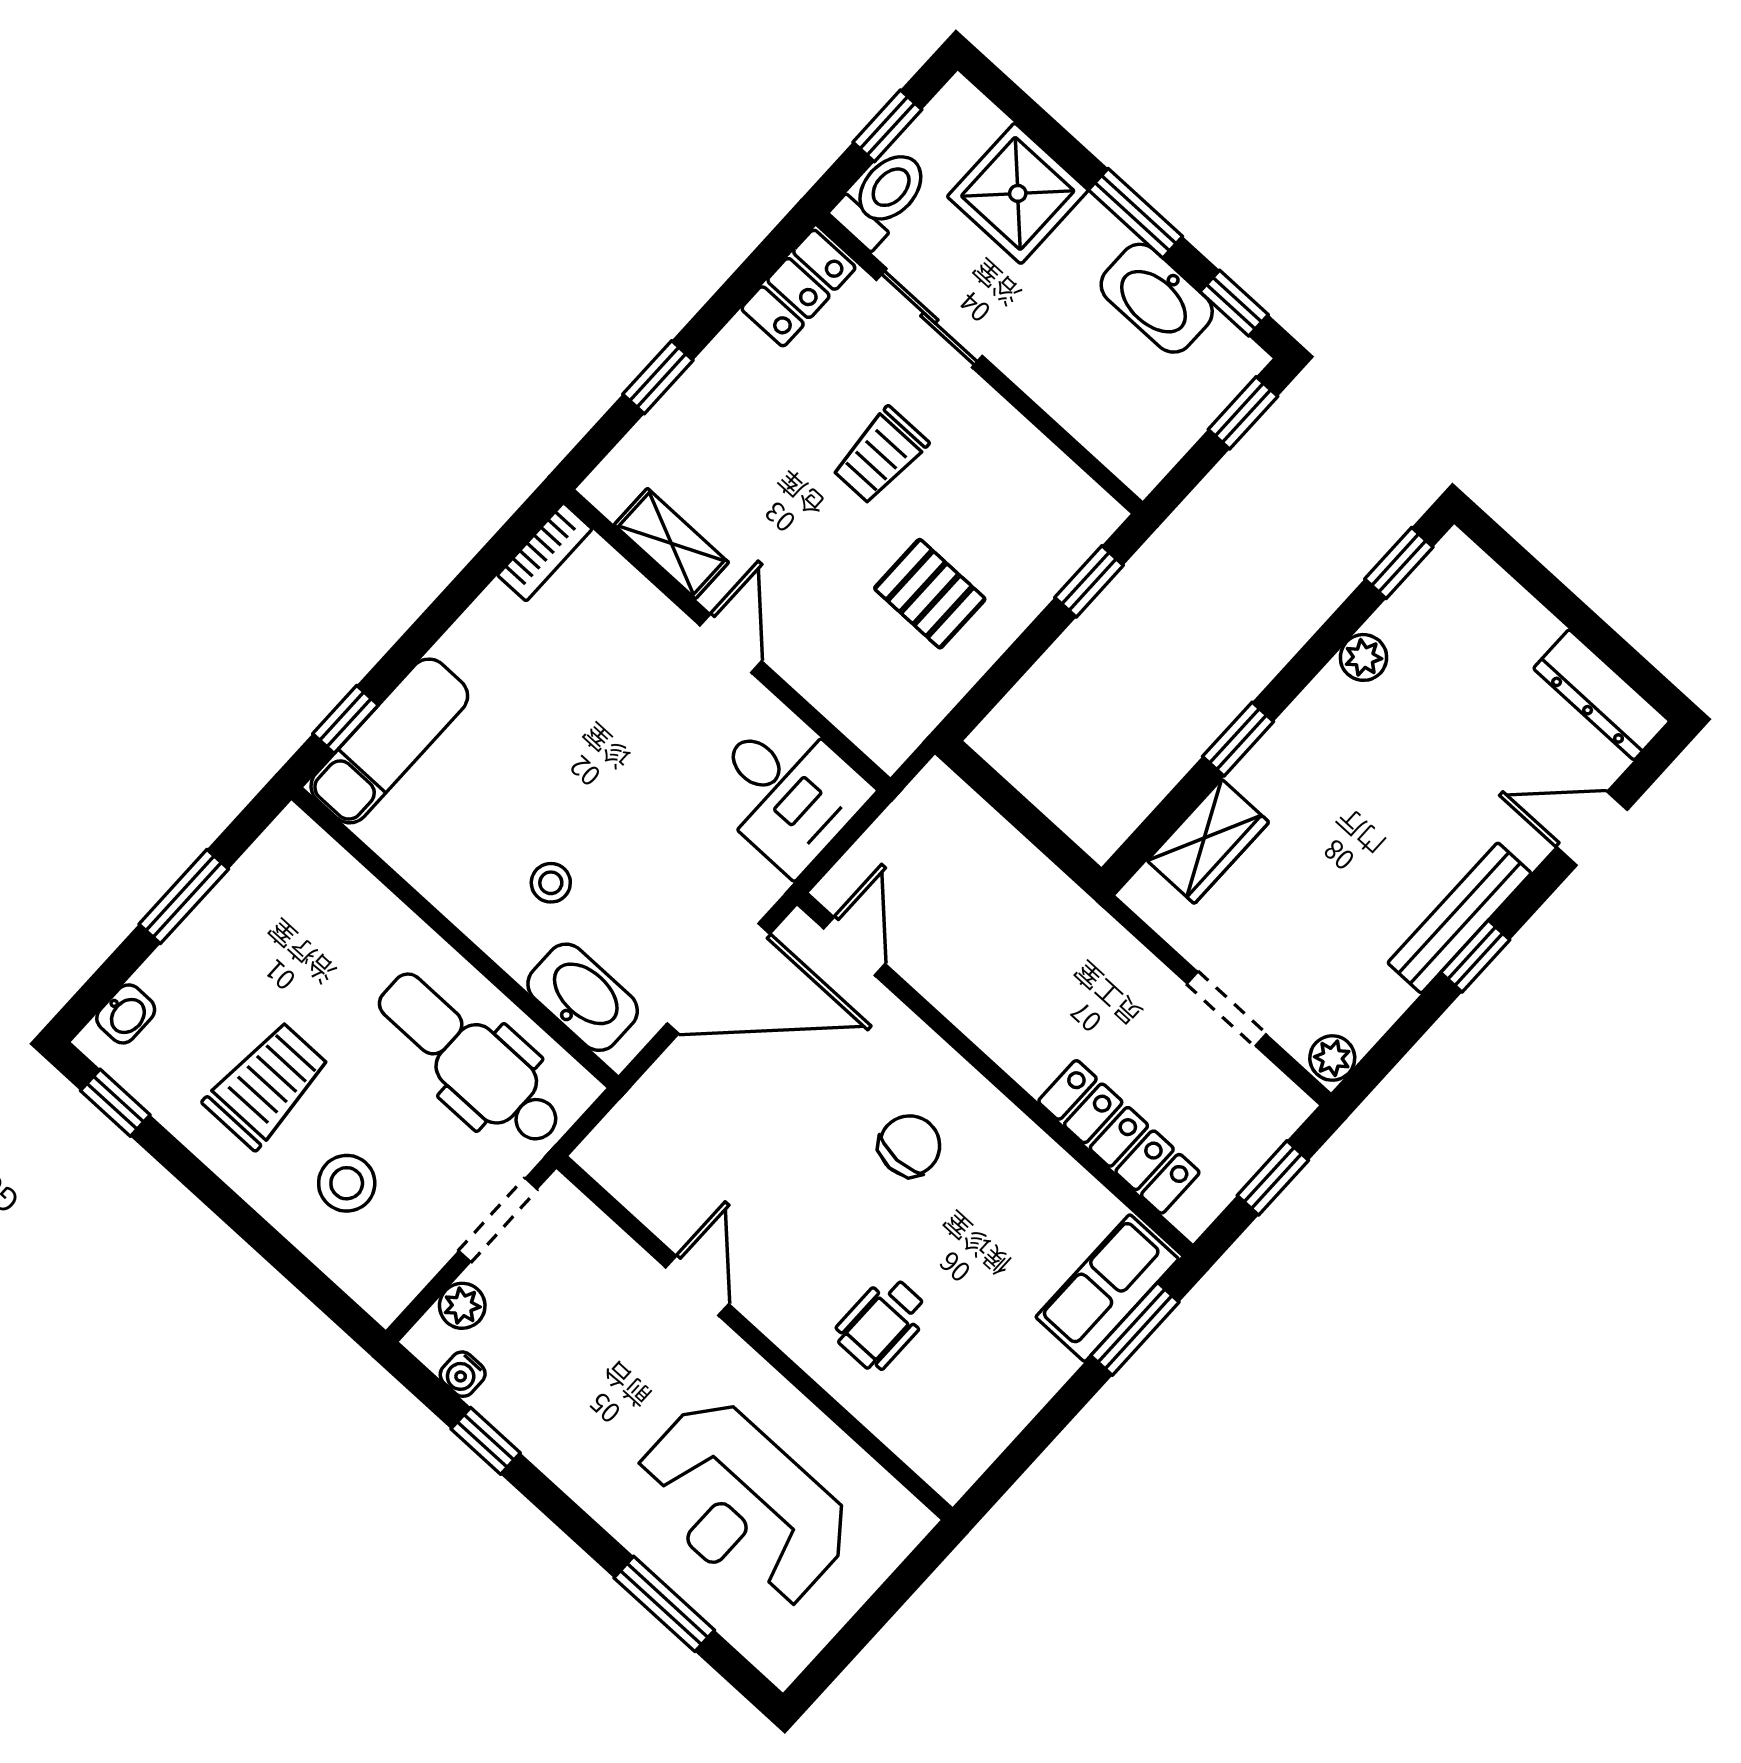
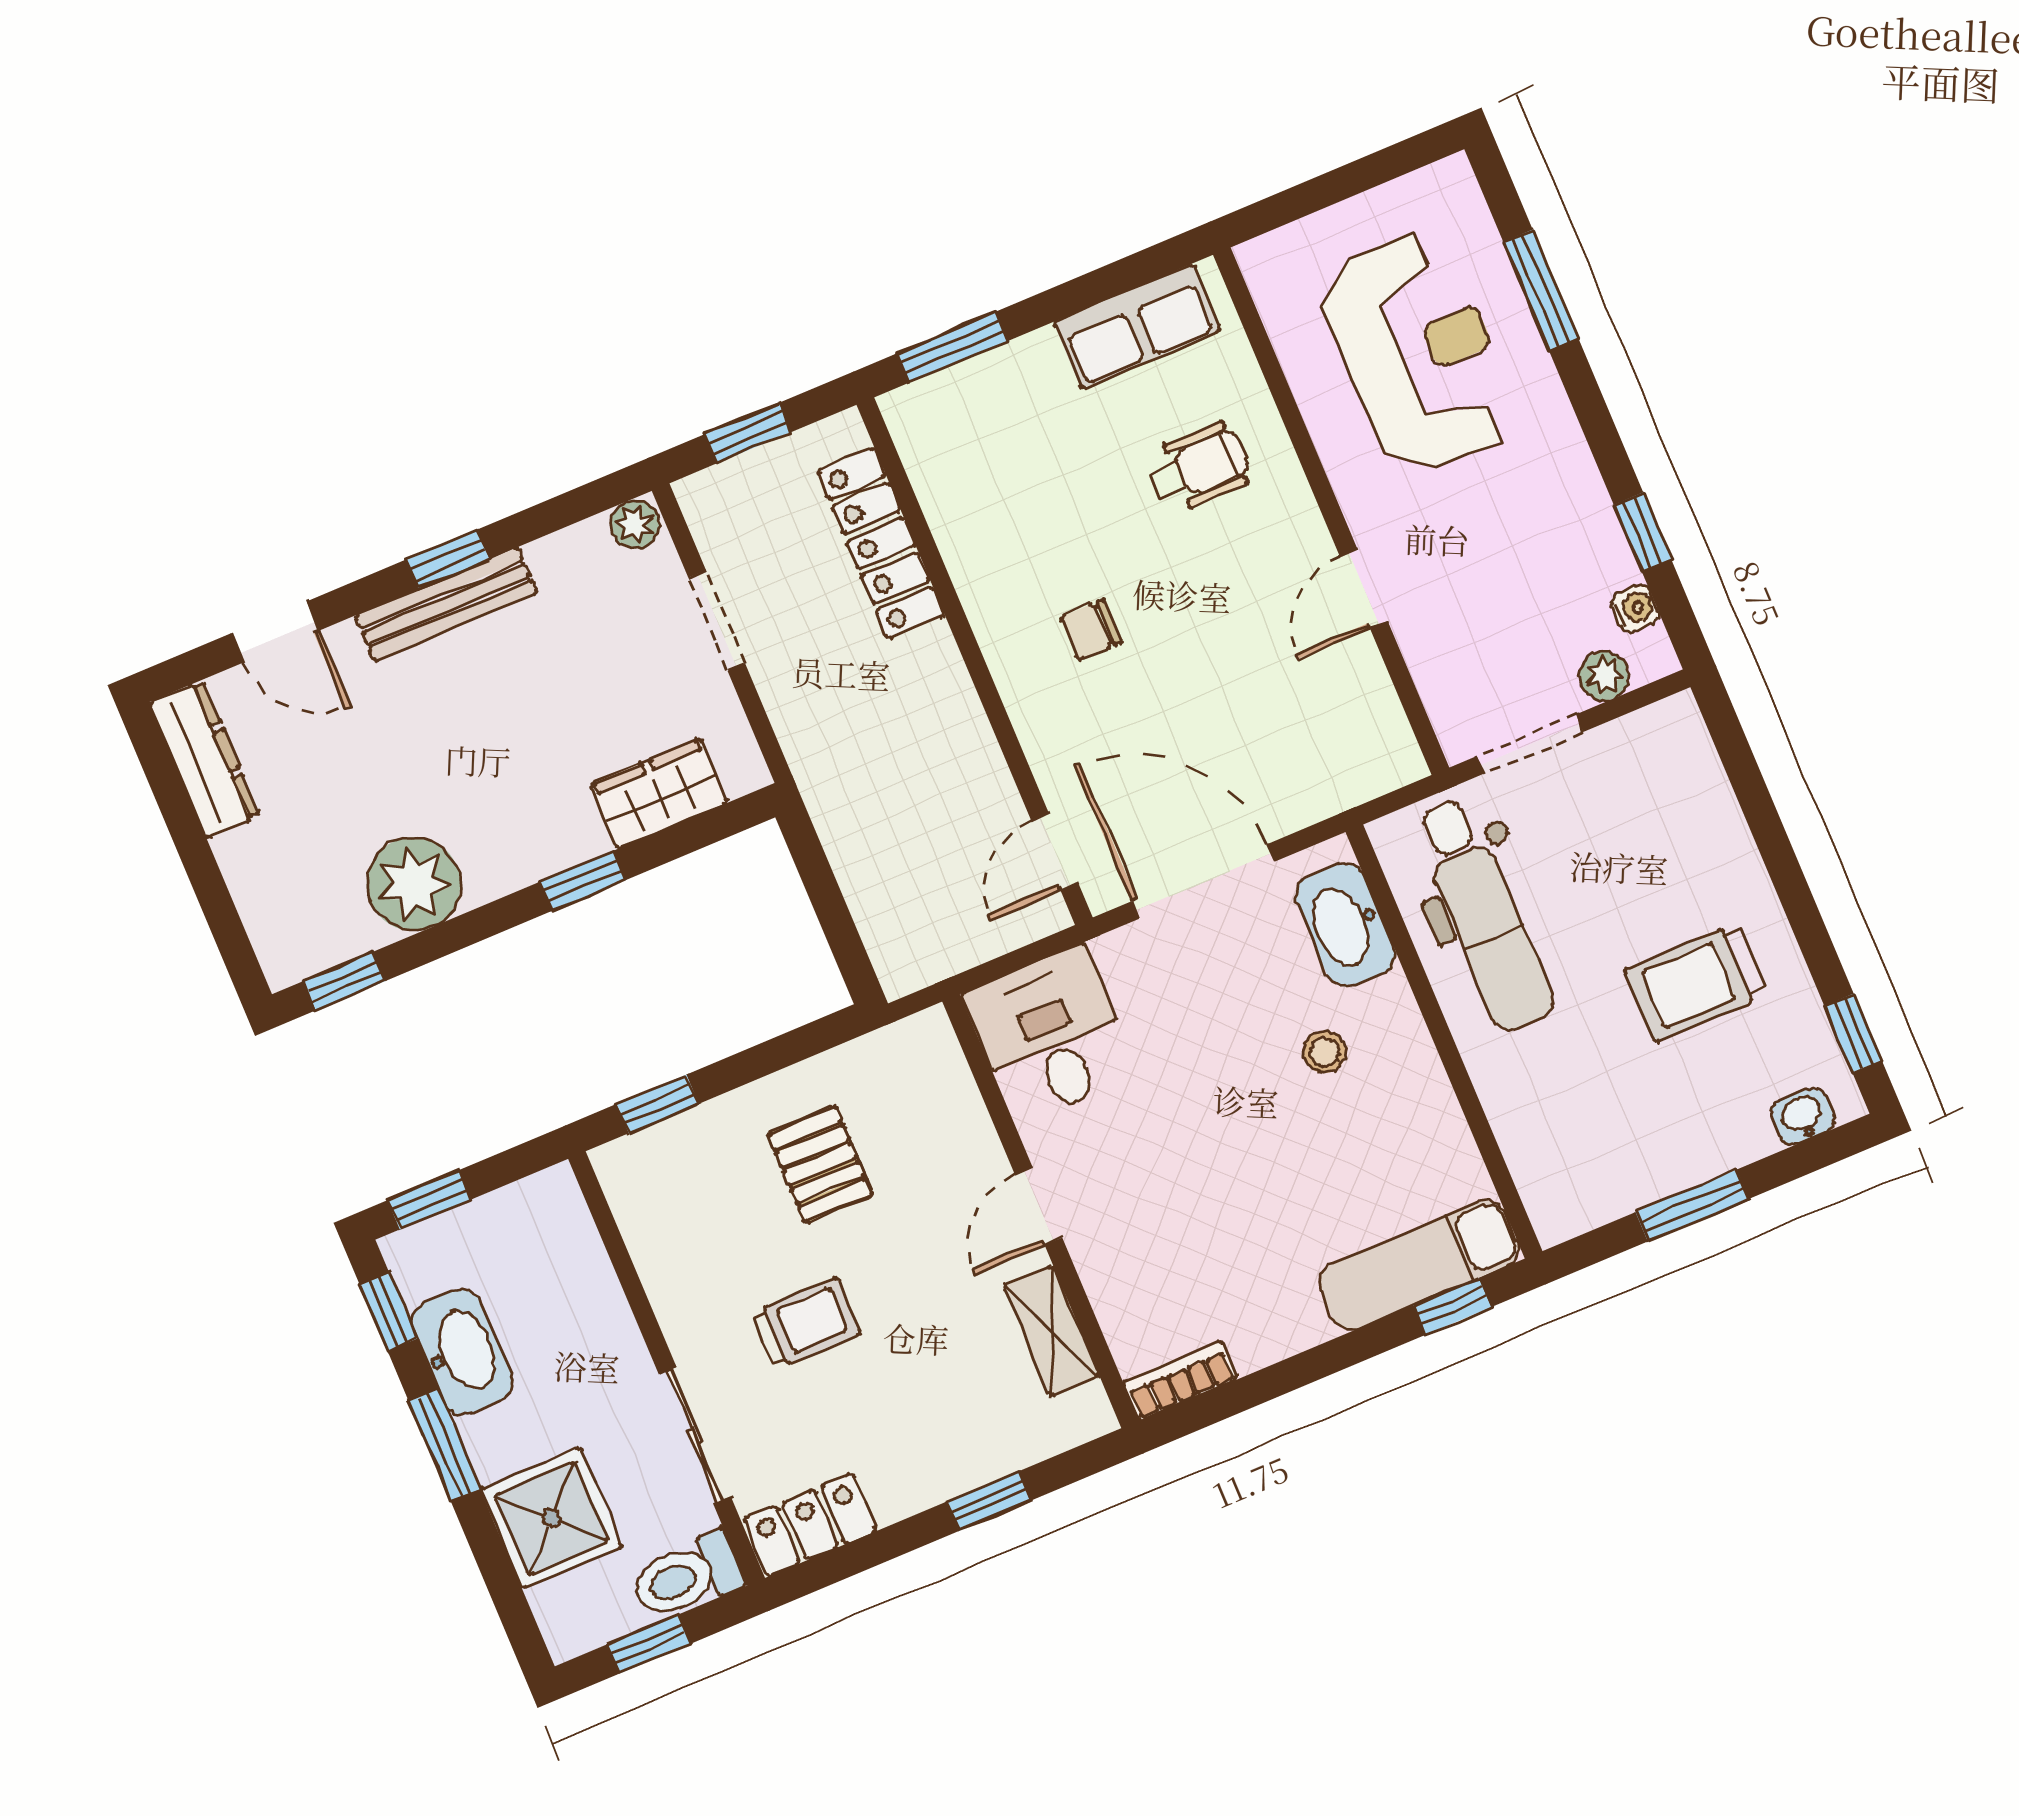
plant: (1363, 657) -> (414, 884), width x1.88, depth x1.88
chair: (910, 1146) -> (1091, 630), width x0.73, depth x0.73
stool: (347, 1183) -> (1662, 849), removed
row of seats: (1107, 1288) -> (1137, 326), moved

